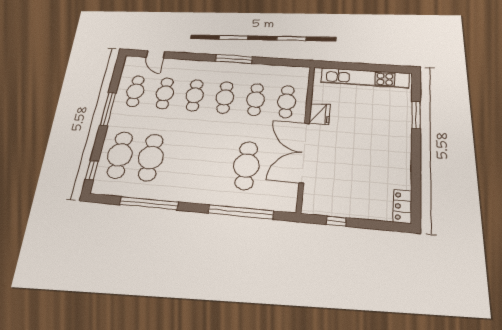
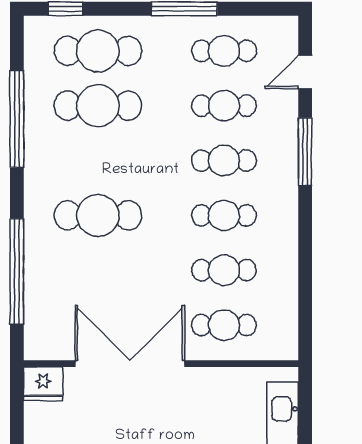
window: (234, 59) -> (305, 151), moved
fridge: (320, 114) -> (43, 384), moved
cafe table: (246, 165) -> (98, 215), moved
window: (336, 221) -> (17, 424), removed

